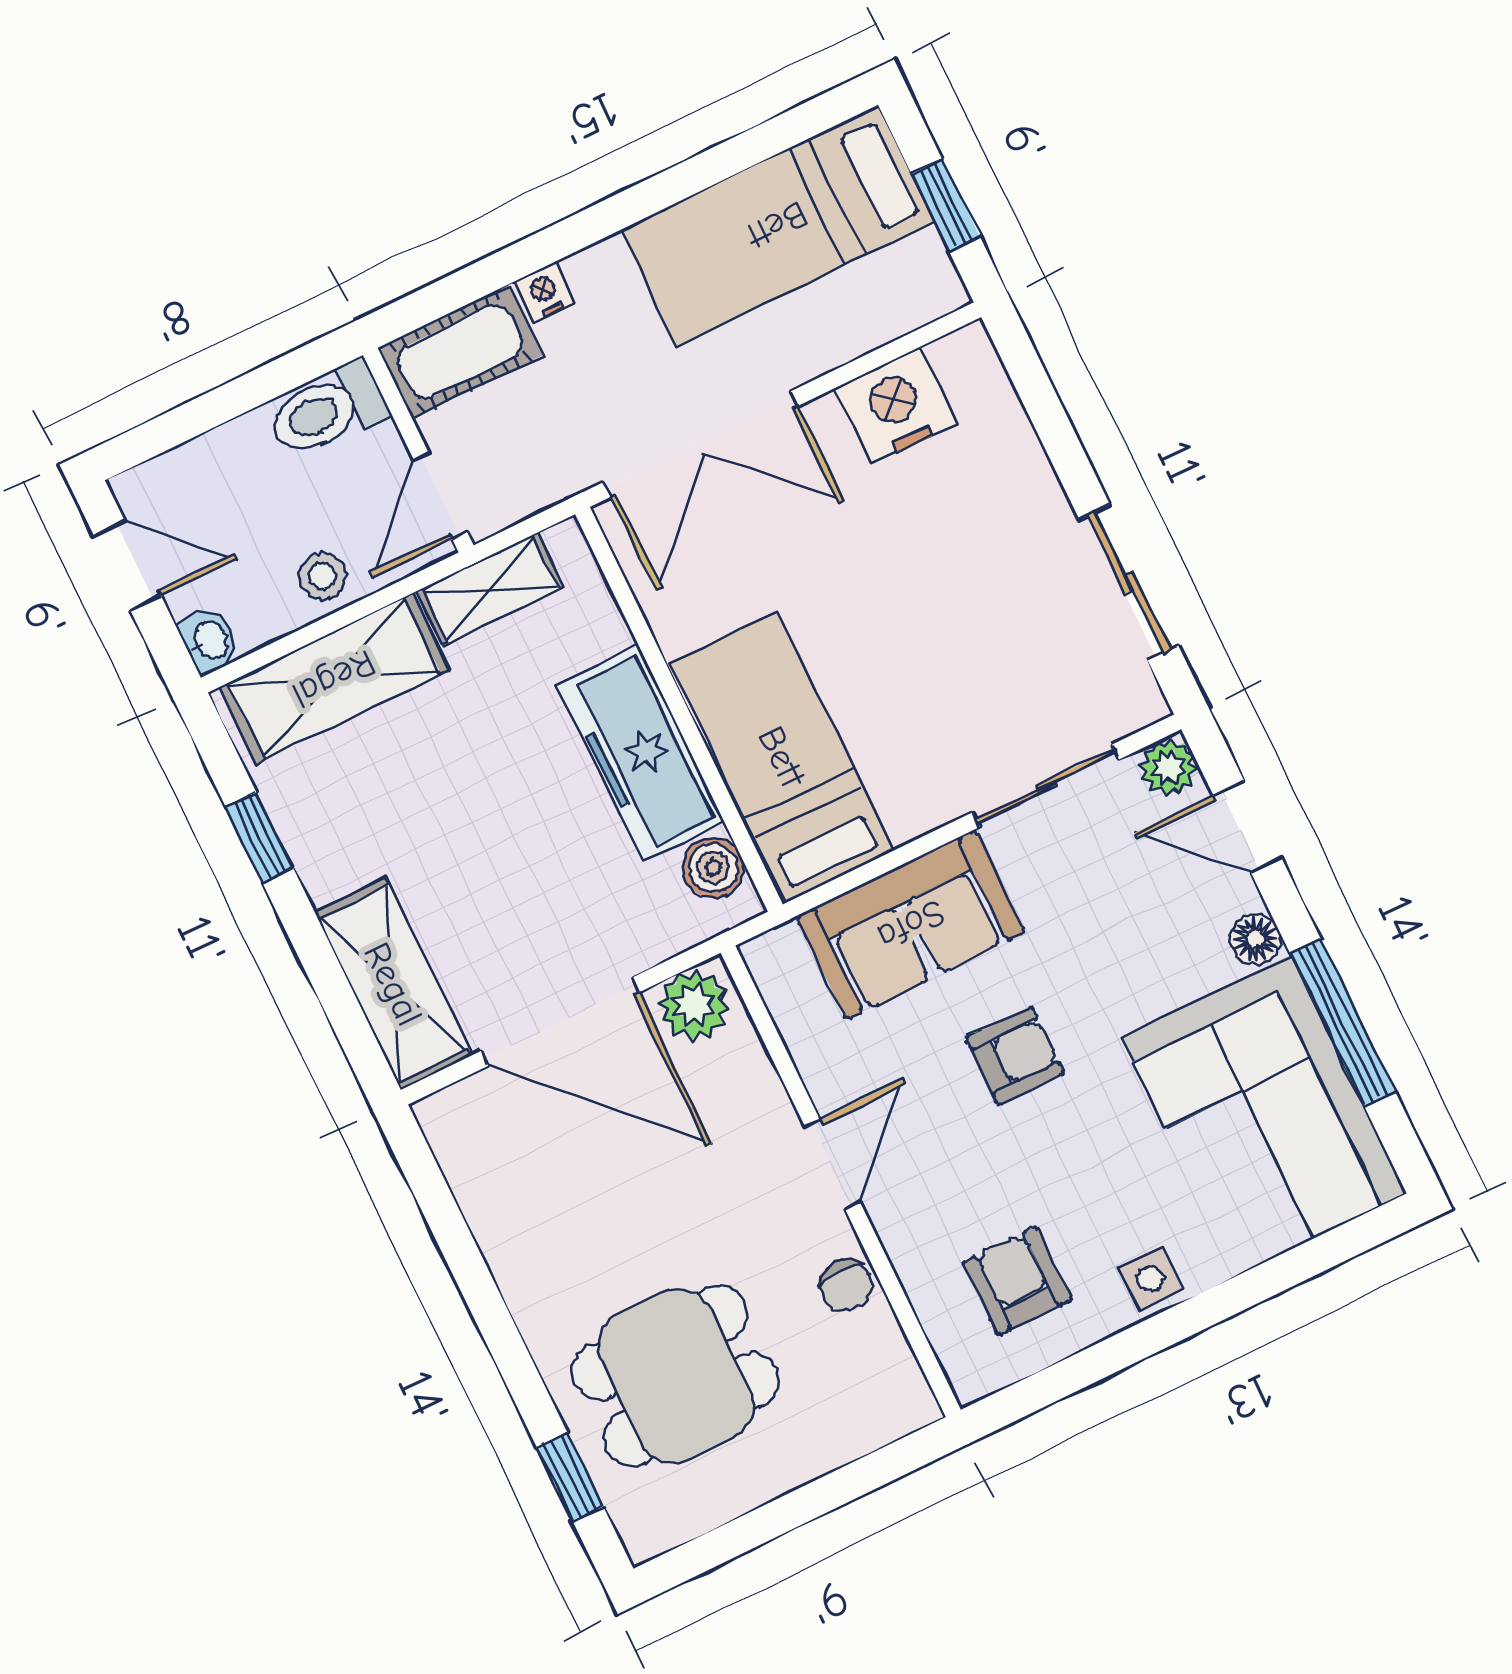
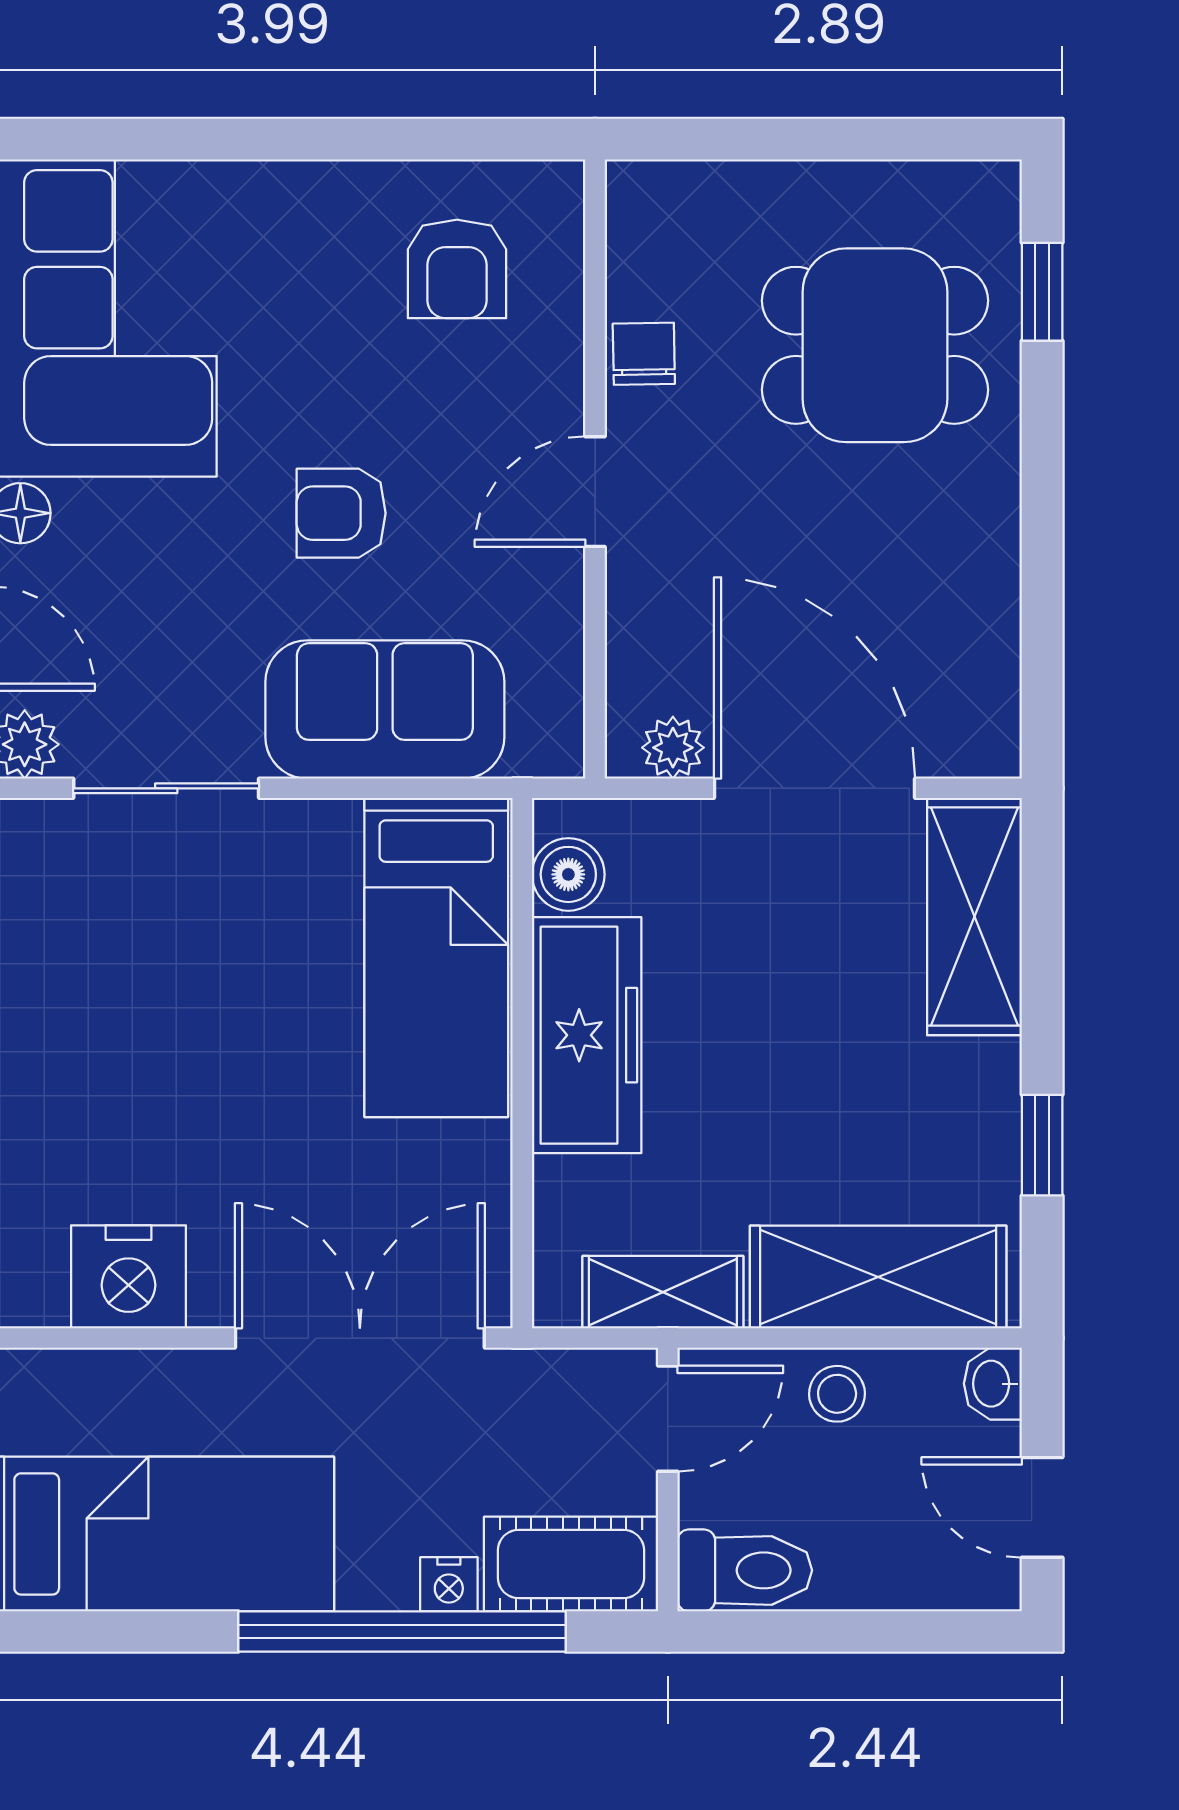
window: (562, 239) -> (402, 1632), added
plant: (694, 1005) -> (673, 748), width x0.73, depth x0.73
side table: (1150, 1279) -> (312, 202), removed

